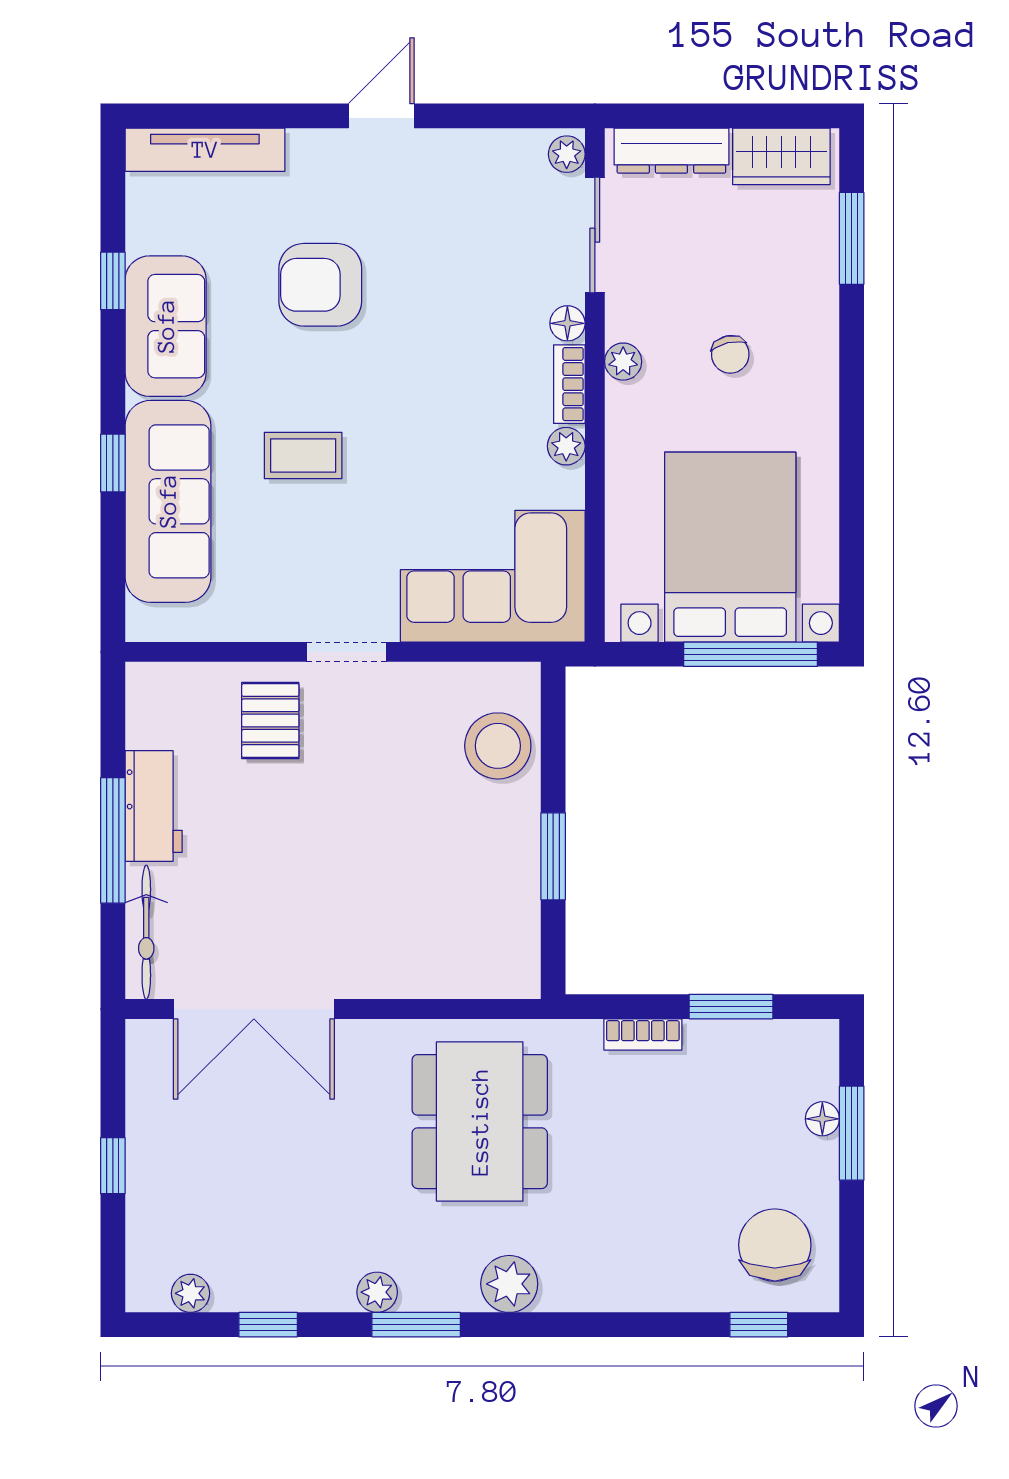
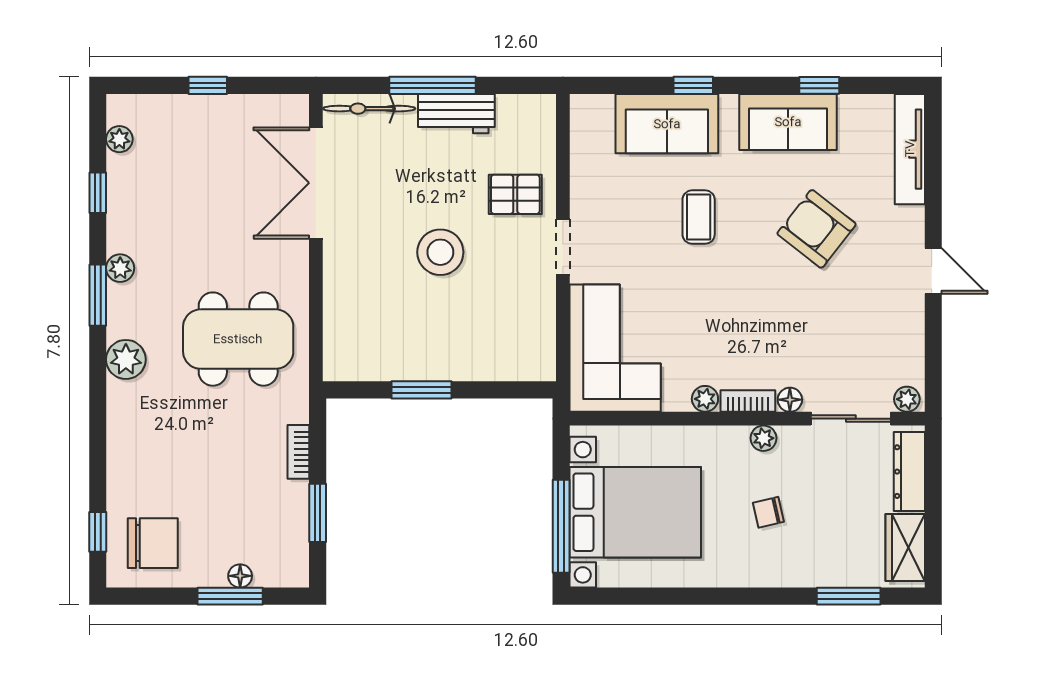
armchair: (320, 285) -> (817, 229), turned -52
sofa: (168, 501) -> (667, 124), width x0.73
stool: (498, 746) -> (440, 252), moved

